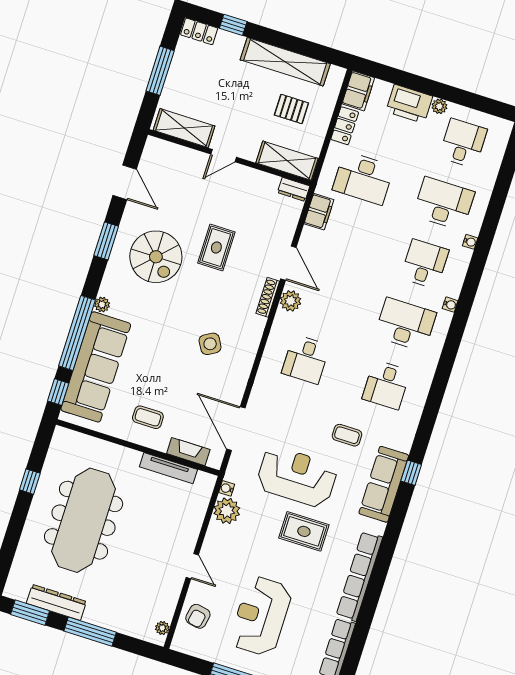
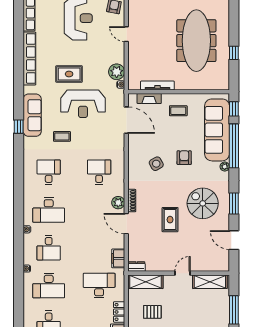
armchair: (162, 339) -> (184, 158), added

